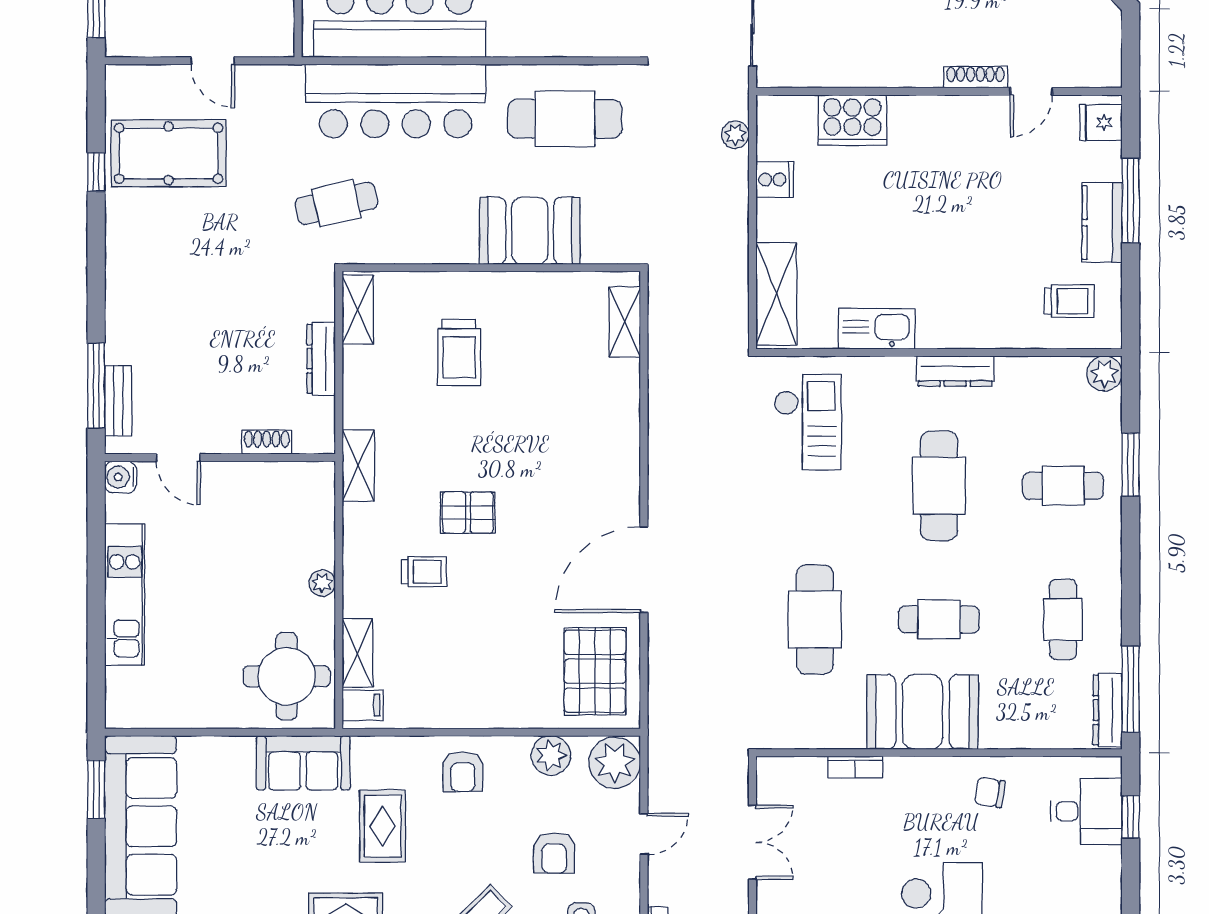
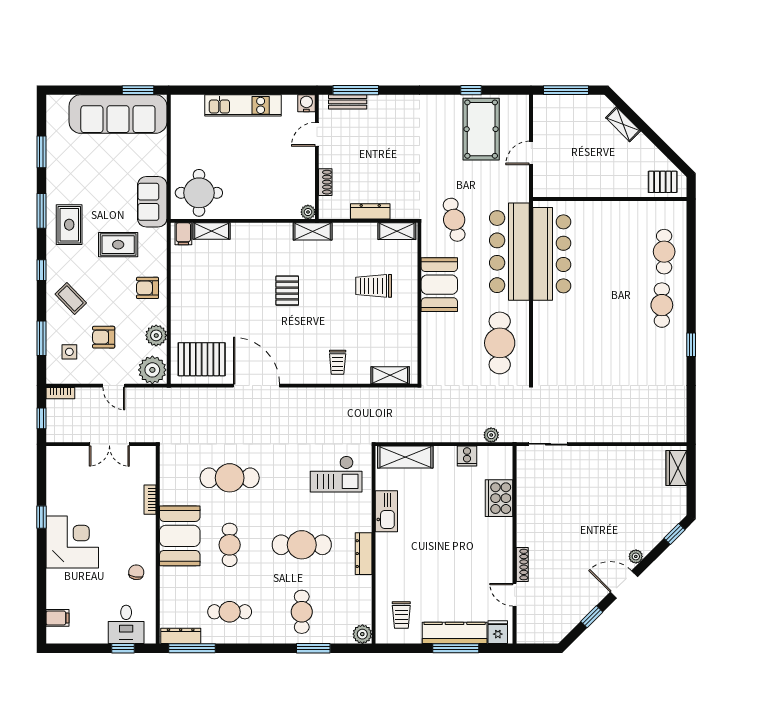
kitchen counter: (1102, 223) -> (455, 633), width x1.50
booth: (530, 231) -> (439, 285), moved
trolley: (424, 572) -> (338, 362), moved
plant: (322, 583) -> (308, 212), moved

